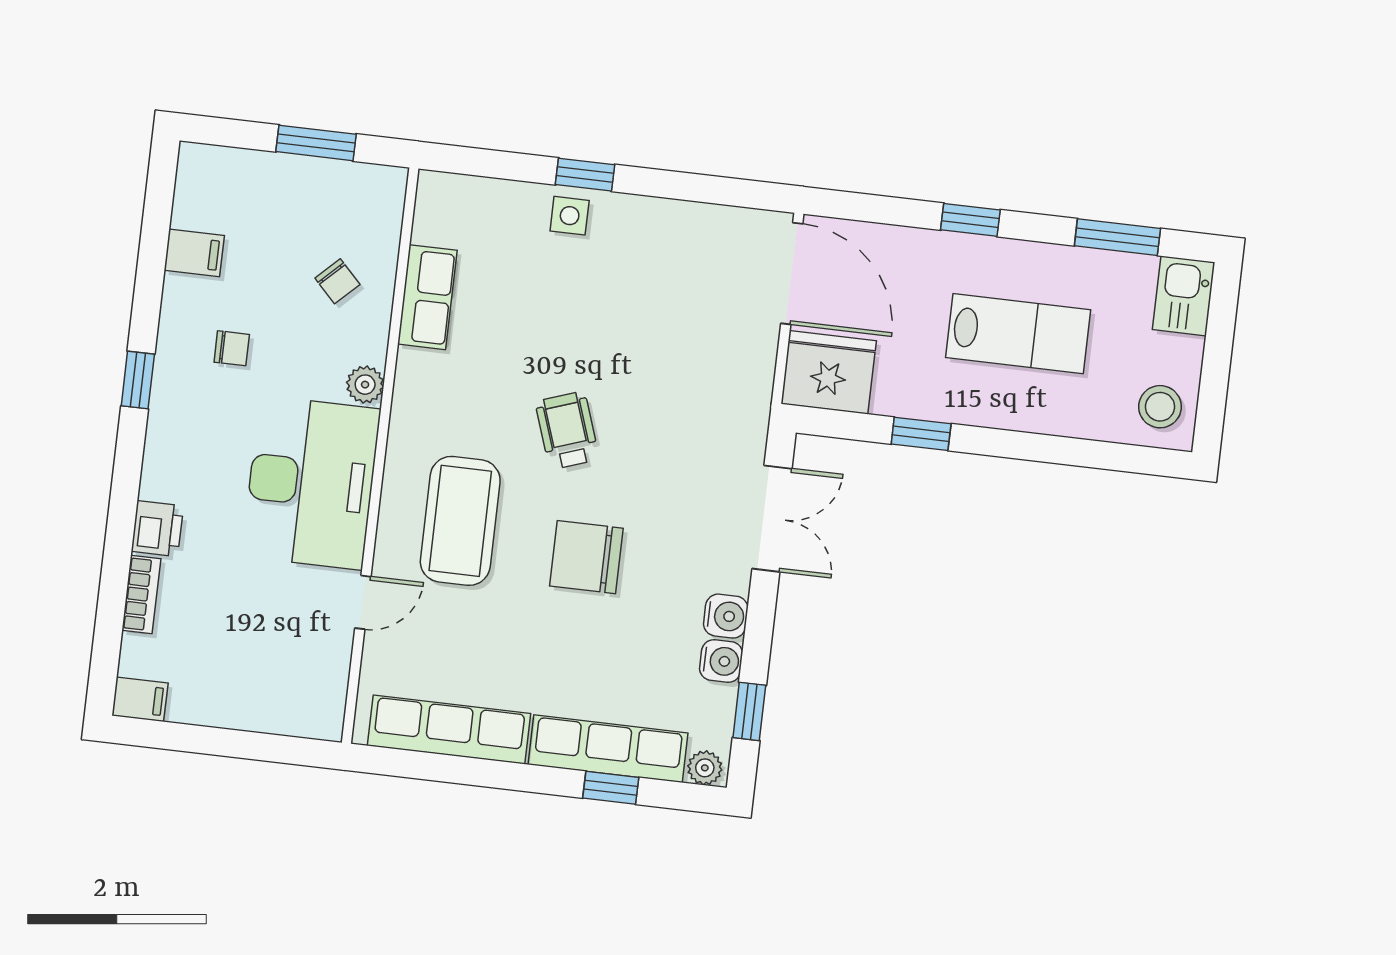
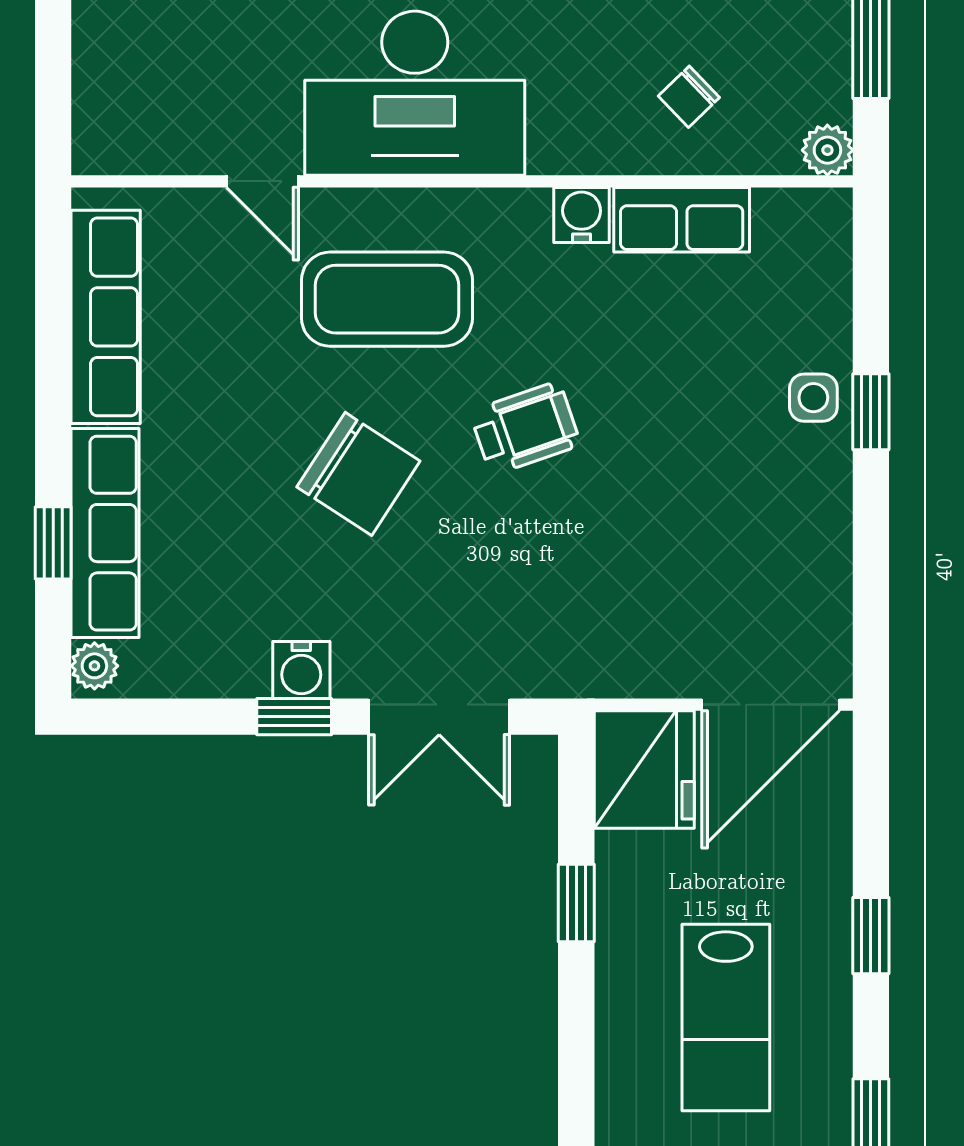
plant: (365, 385) -> (827, 150), moved
chair: (586, 557) -> (358, 474), turned 123
water cooler: (721, 661) -> (582, 215), moved, turned 180
window: (749, 711) -> (294, 717), moved

